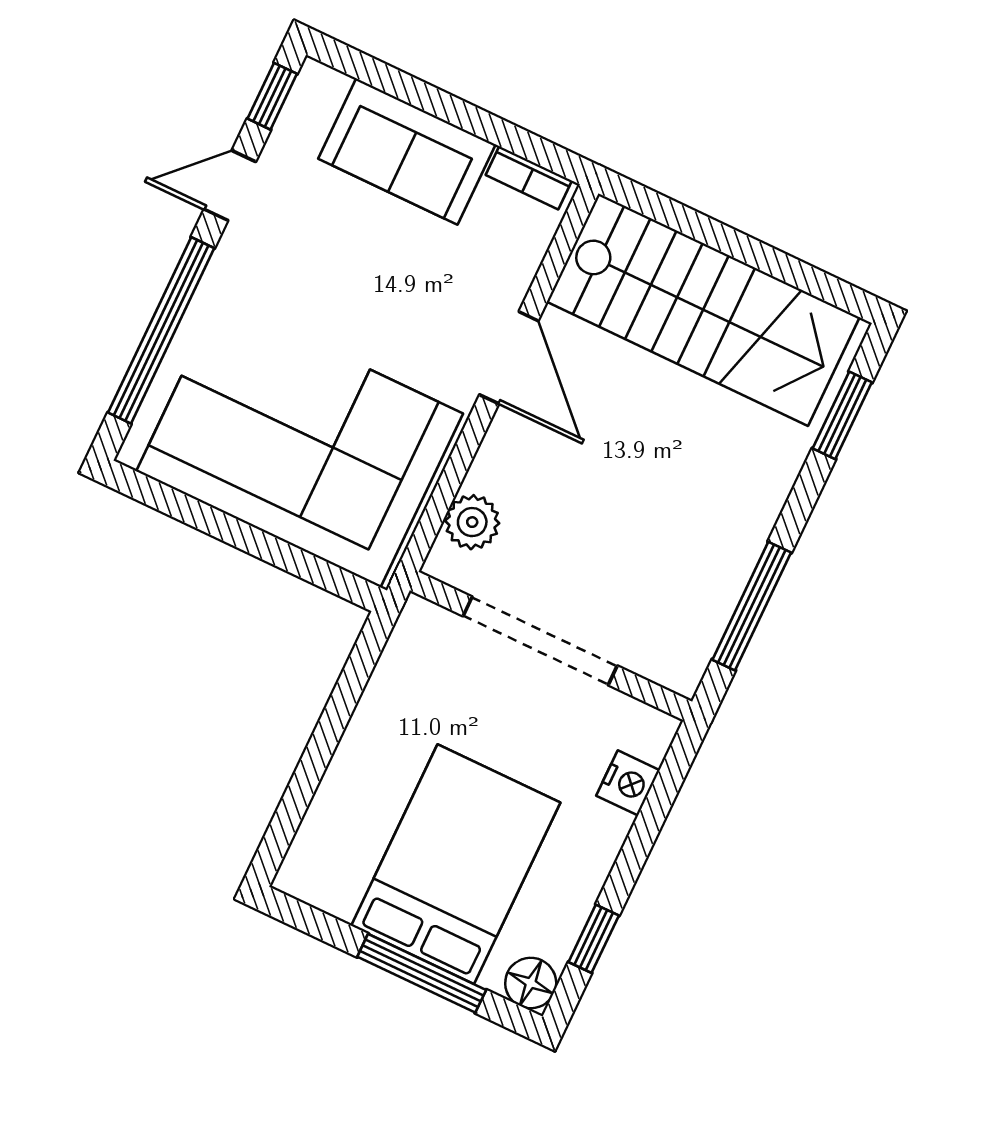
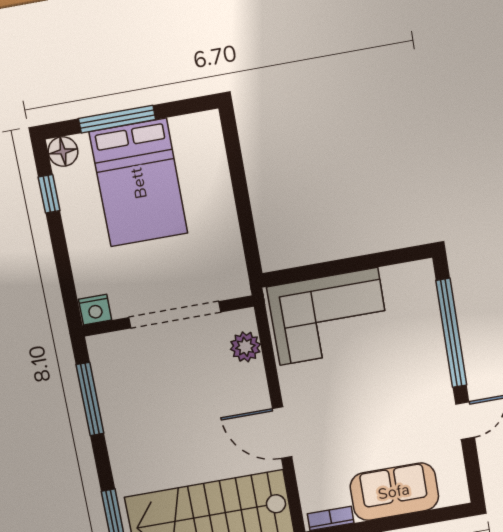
window: (272, 96) -> (473, 474), removed
corner sofa: (300, 442) -> (329, 316), width x0.73, depth x0.74
nightstand: (628, 783) -> (95, 310), moved, turned -90

